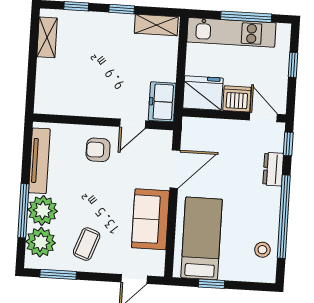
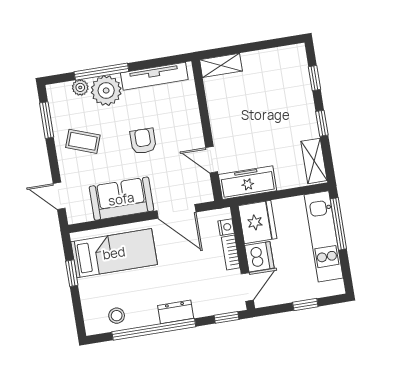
window: (246, 17) -> (338, 224), moved
shelving: (47, 37) -> (221, 65), moved
freezer: (162, 102) -> (247, 183), width x1.40
nightstand: (201, 124) -> (226, 227), added
bookcase: (226, 126) -> (231, 252), added
armchair: (98, 150) -> (143, 141), moved
dresser: (273, 169) -> (176, 312), moved
plant: (41, 242) -> (80, 87), width x0.53, depth x0.53

